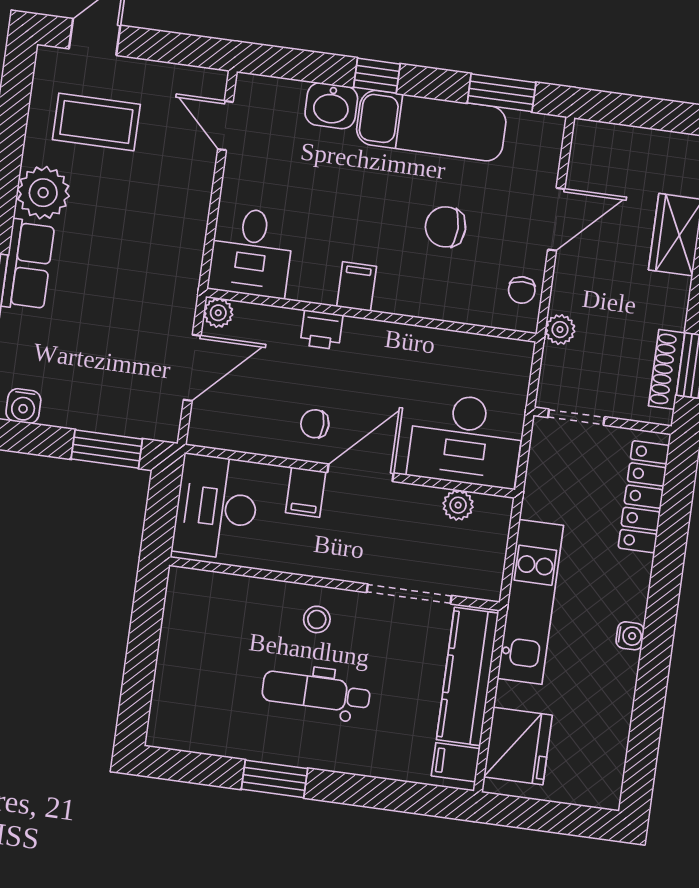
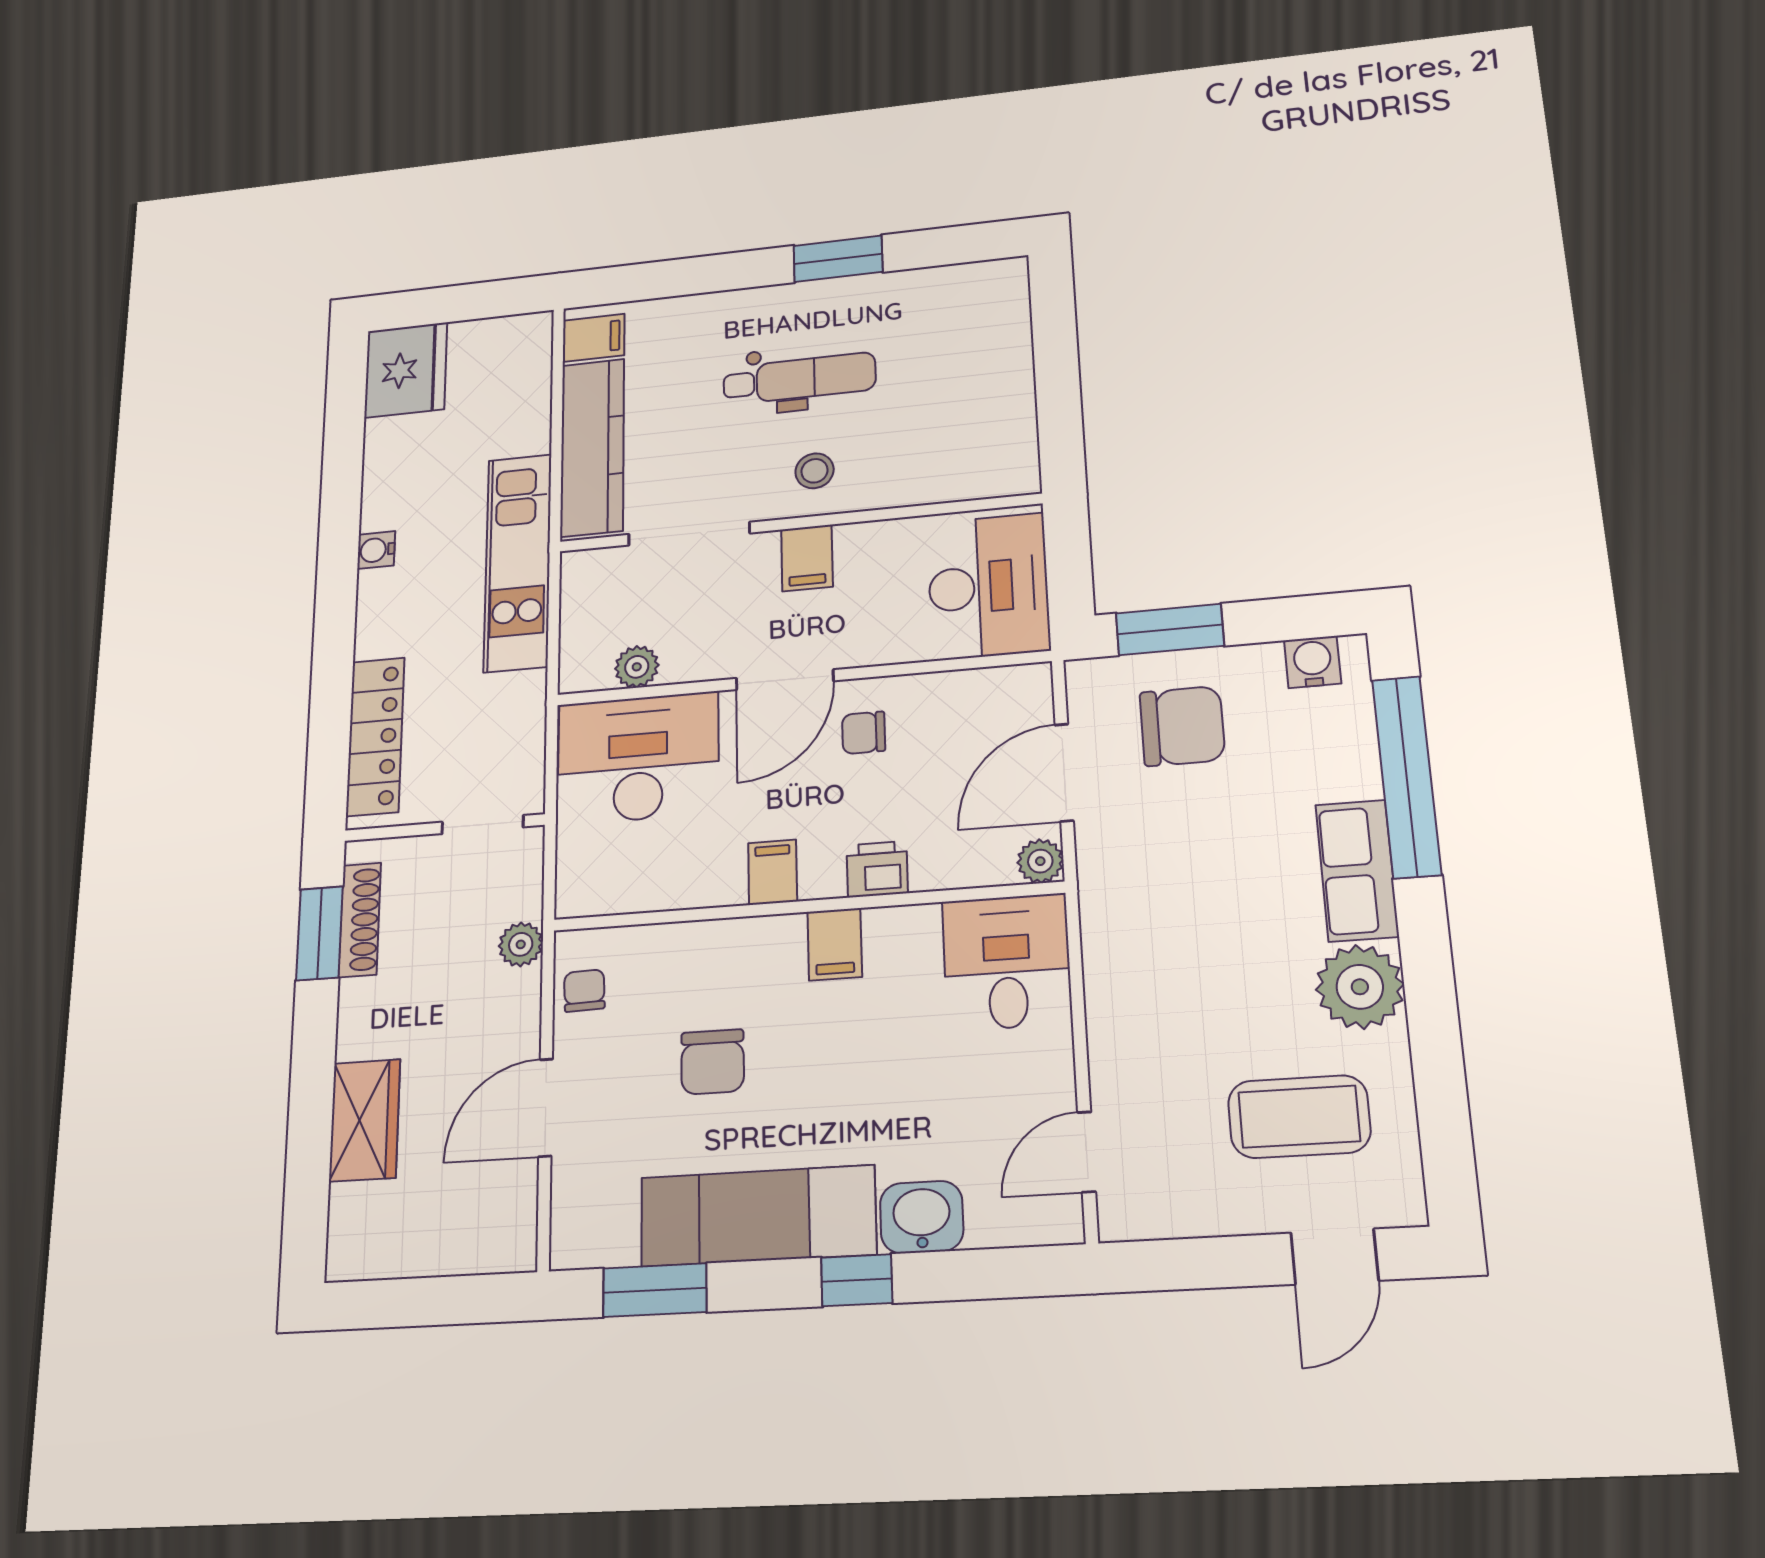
door: (225, 126) -> (1087, 1152), swing flipped
chair: (445, 227) -> (713, 1062), turned 90
filing cabinet: (389, 342) -> (773, 872), added
chair: (113, 382) -> (1182, 726), added
chair: (315, 424) -> (864, 733), turned 180
filing cabinet: (306, 492) -> (807, 558), moved, turned 180
fridge: (518, 746) -> (406, 370), moved, turned 180

